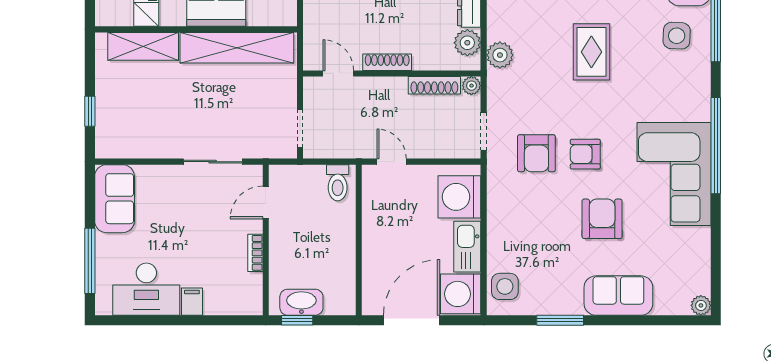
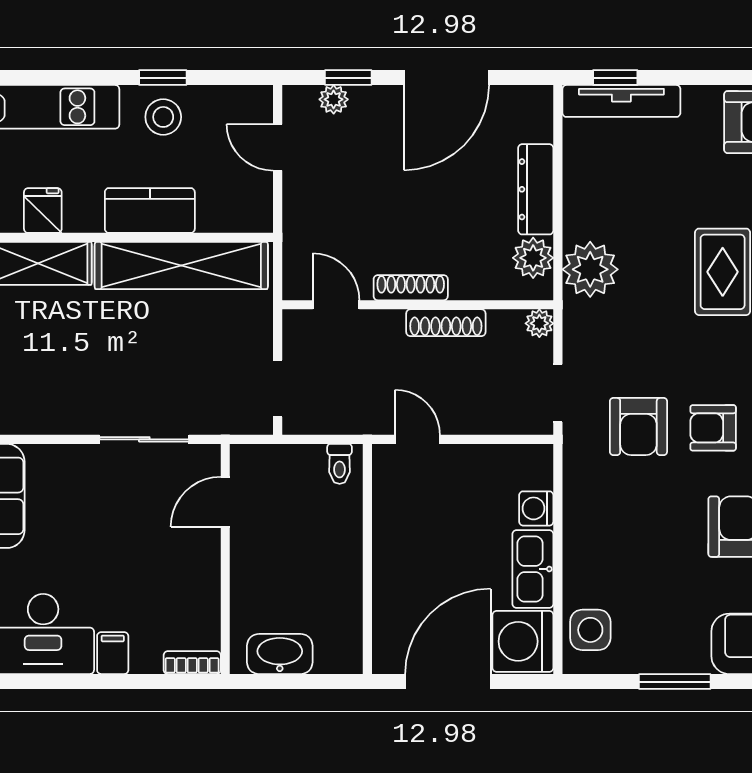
plant: (500, 55) -> (590, 269), width x1.36, depth x1.36
shoe rack: (434, 85) -> (446, 323), moved
toilet: (338, 183) -> (340, 464), width x0.73, depth x0.72
washing machine: (459, 197) -> (536, 508), width x0.53, depth x0.53
bookcase: (255, 253) -> (192, 663), moved, turned 90
window: (297, 320) -> (273, 682), removed

